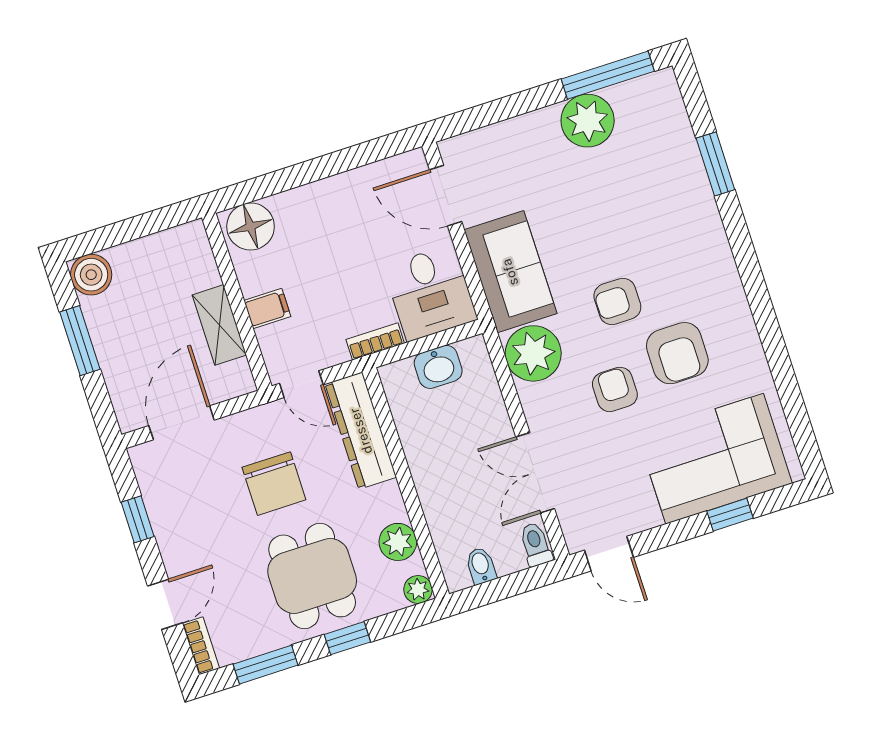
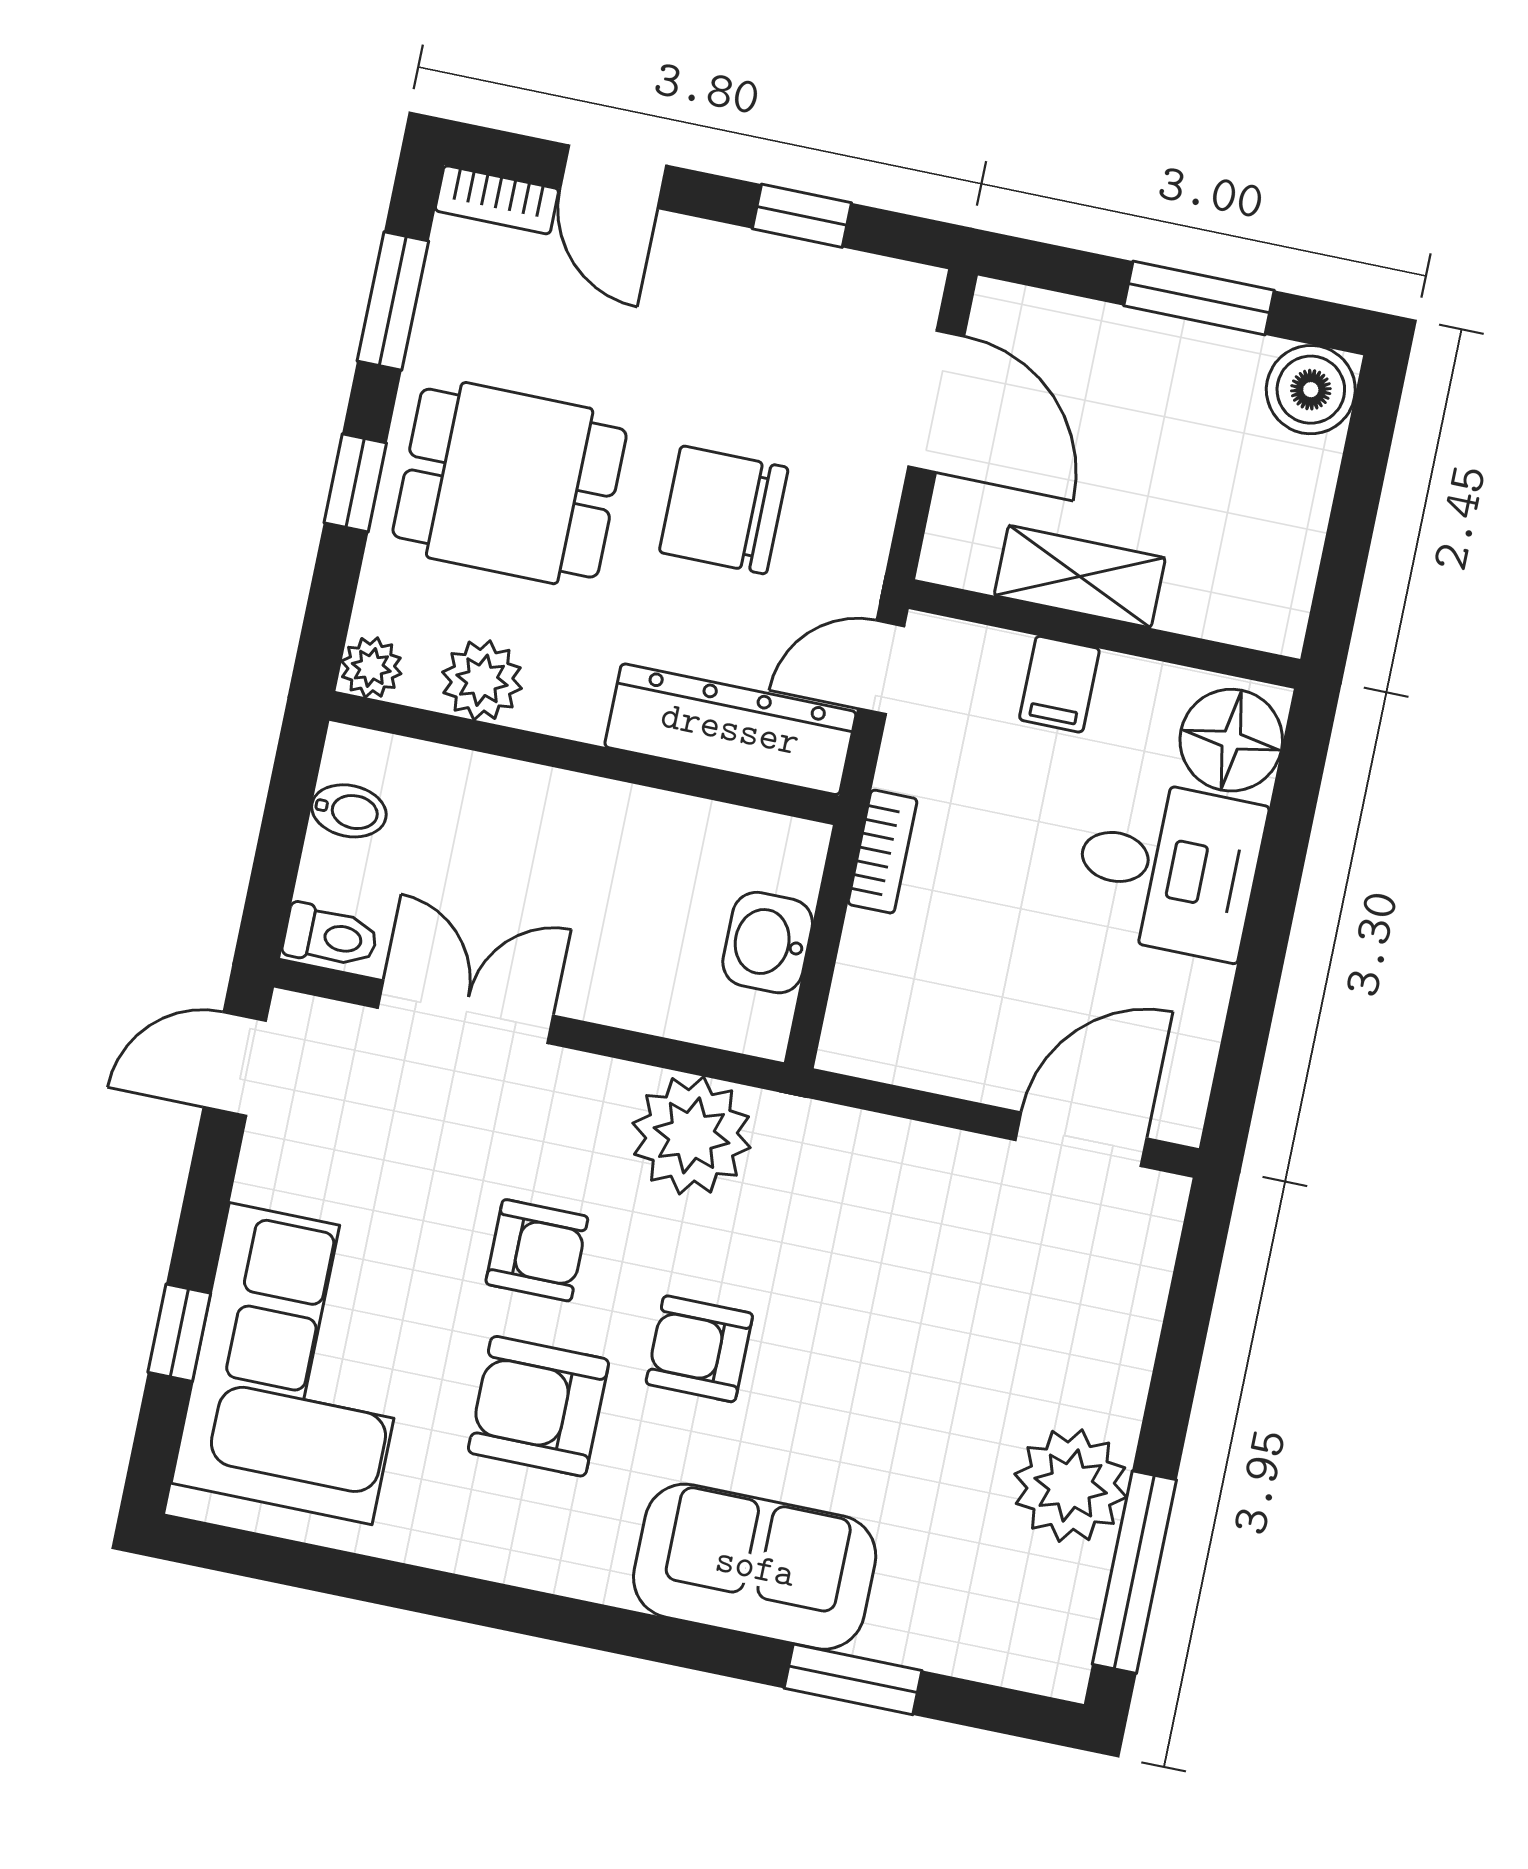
sofa: (510, 272) -> (755, 1567), moved, turned 180
desk: (430, 293) -> (1168, 868), moved, turned 180
armchair: (617, 301) -> (699, 1349), turned -90

